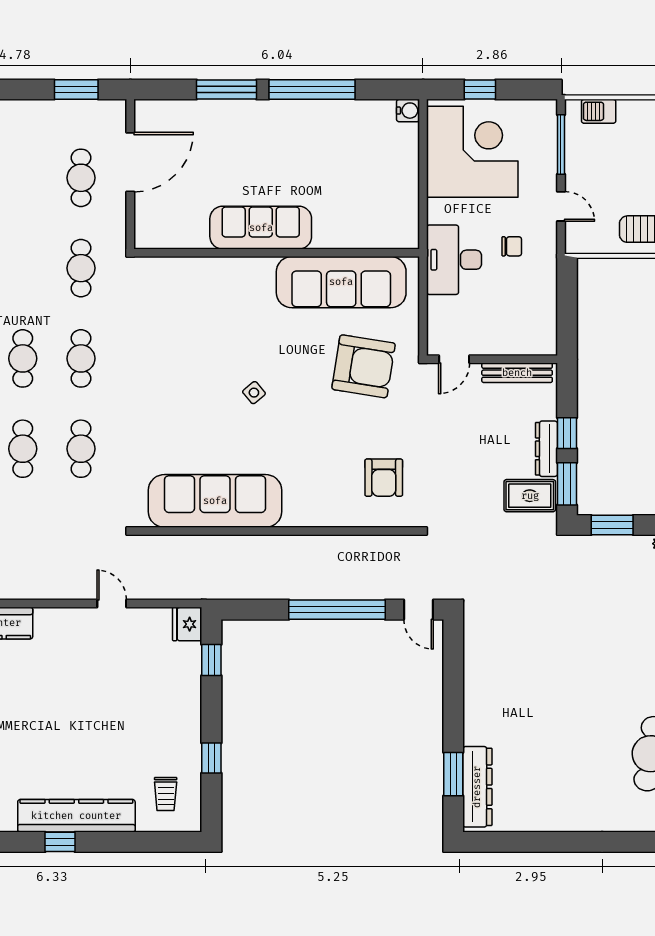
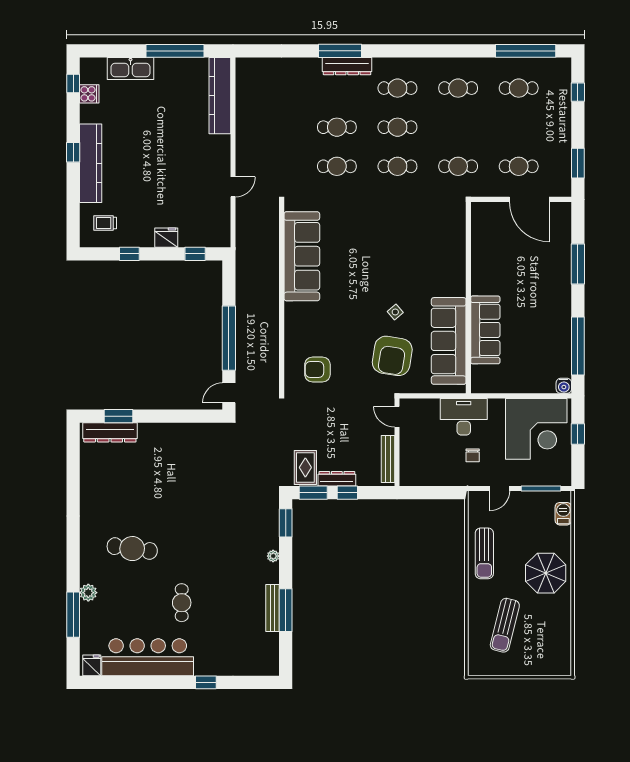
window: (312, 90) -> (578, 346), moved
sofa: (261, 228) -> (485, 330), moved
side table: (254, 393) -> (395, 312), moved
fridge: (187, 624) -> (166, 238), moved

